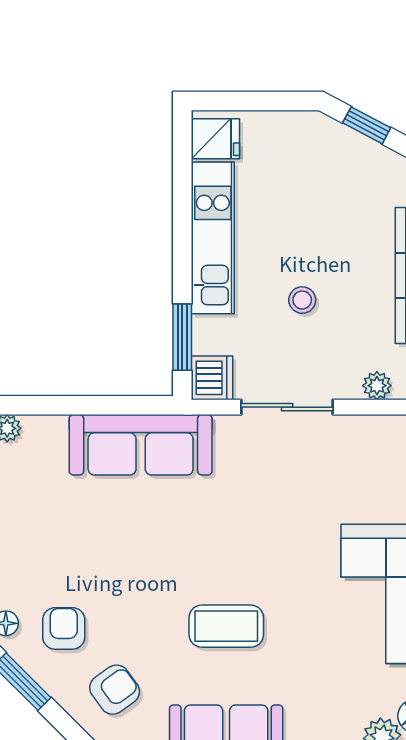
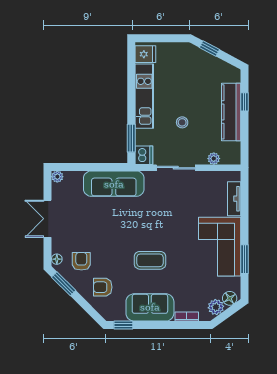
armchair: (115, 690) -> (103, 287), turned -144

